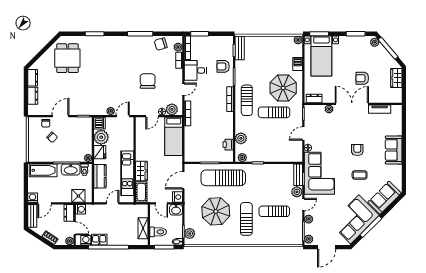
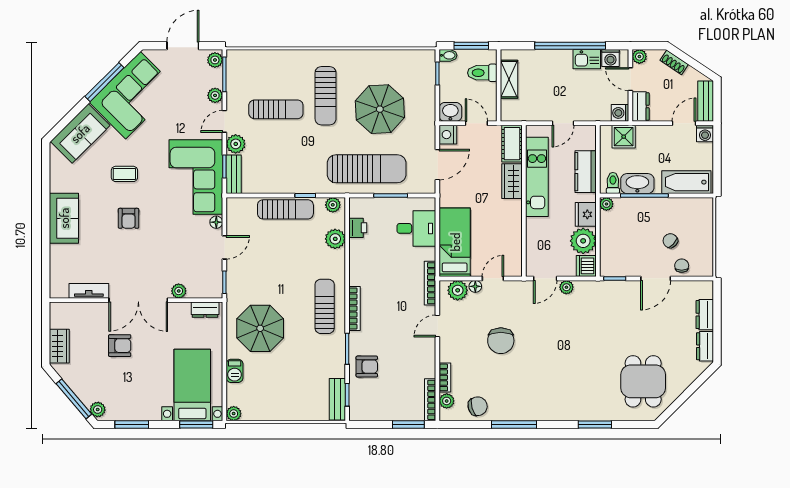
desk: (195, 70) -> (416, 228), moved
sun lounger: (274, 112) -> (285, 209), moved
plant: (190, 233) -> (426, 70), removed

